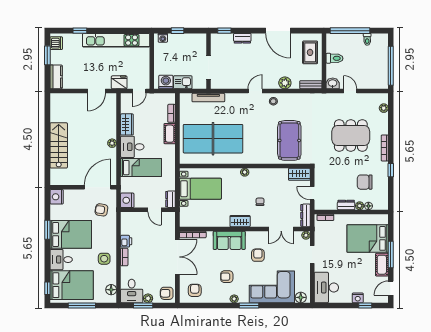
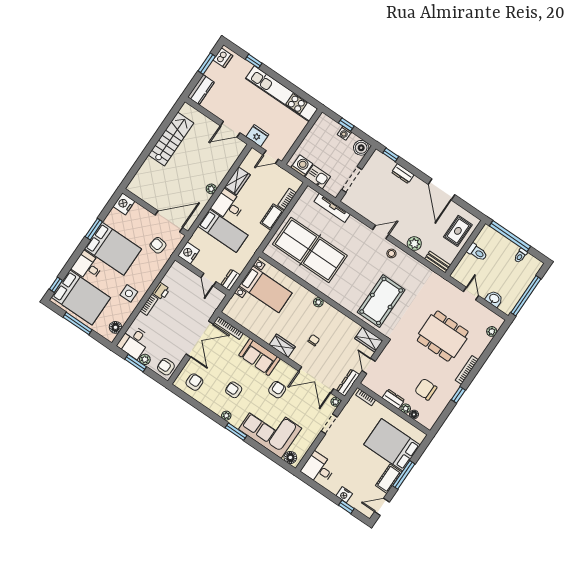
washing machine: (163, 38) -> (344, 133), moved
boiler: (200, 40) -> (361, 148), added
washbasin: (333, 83) -> (494, 299), moved
stairs: (59, 145) -> (171, 139), moved
double door: (281, 229) -> (316, 380), width x1.37
desk: (326, 288) -> (318, 469), width x0.73

